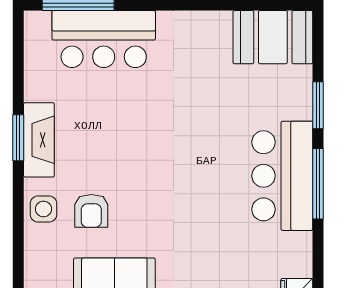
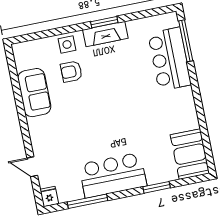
window: (318, 184) -> (88, 201), moved

